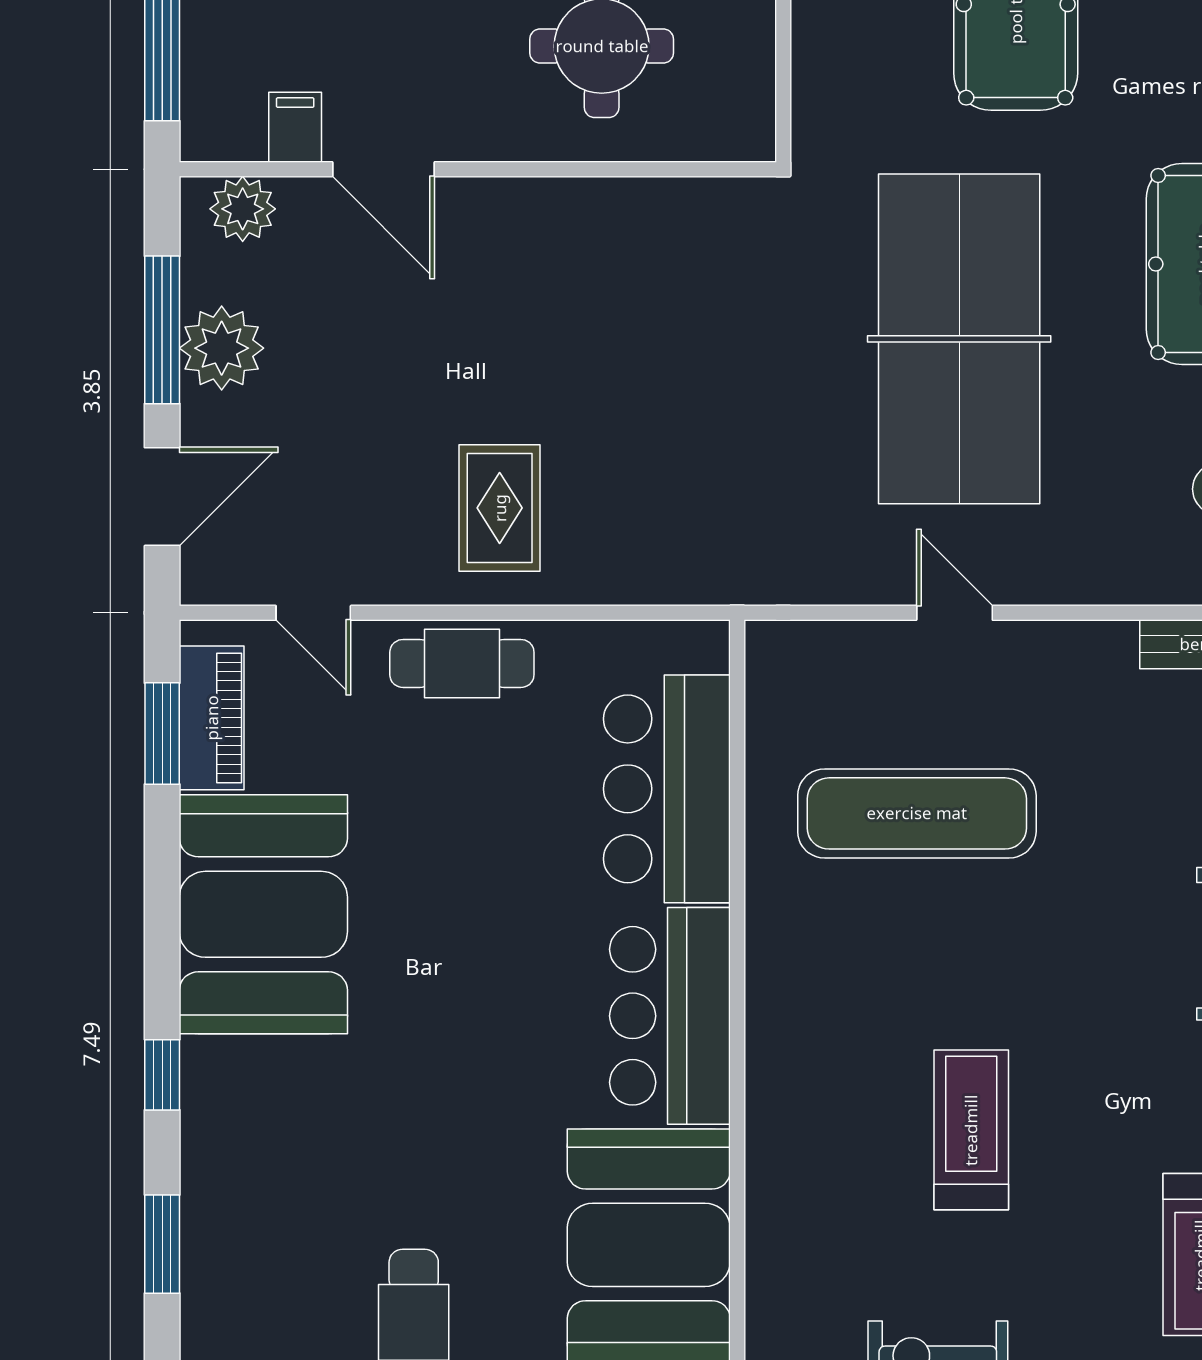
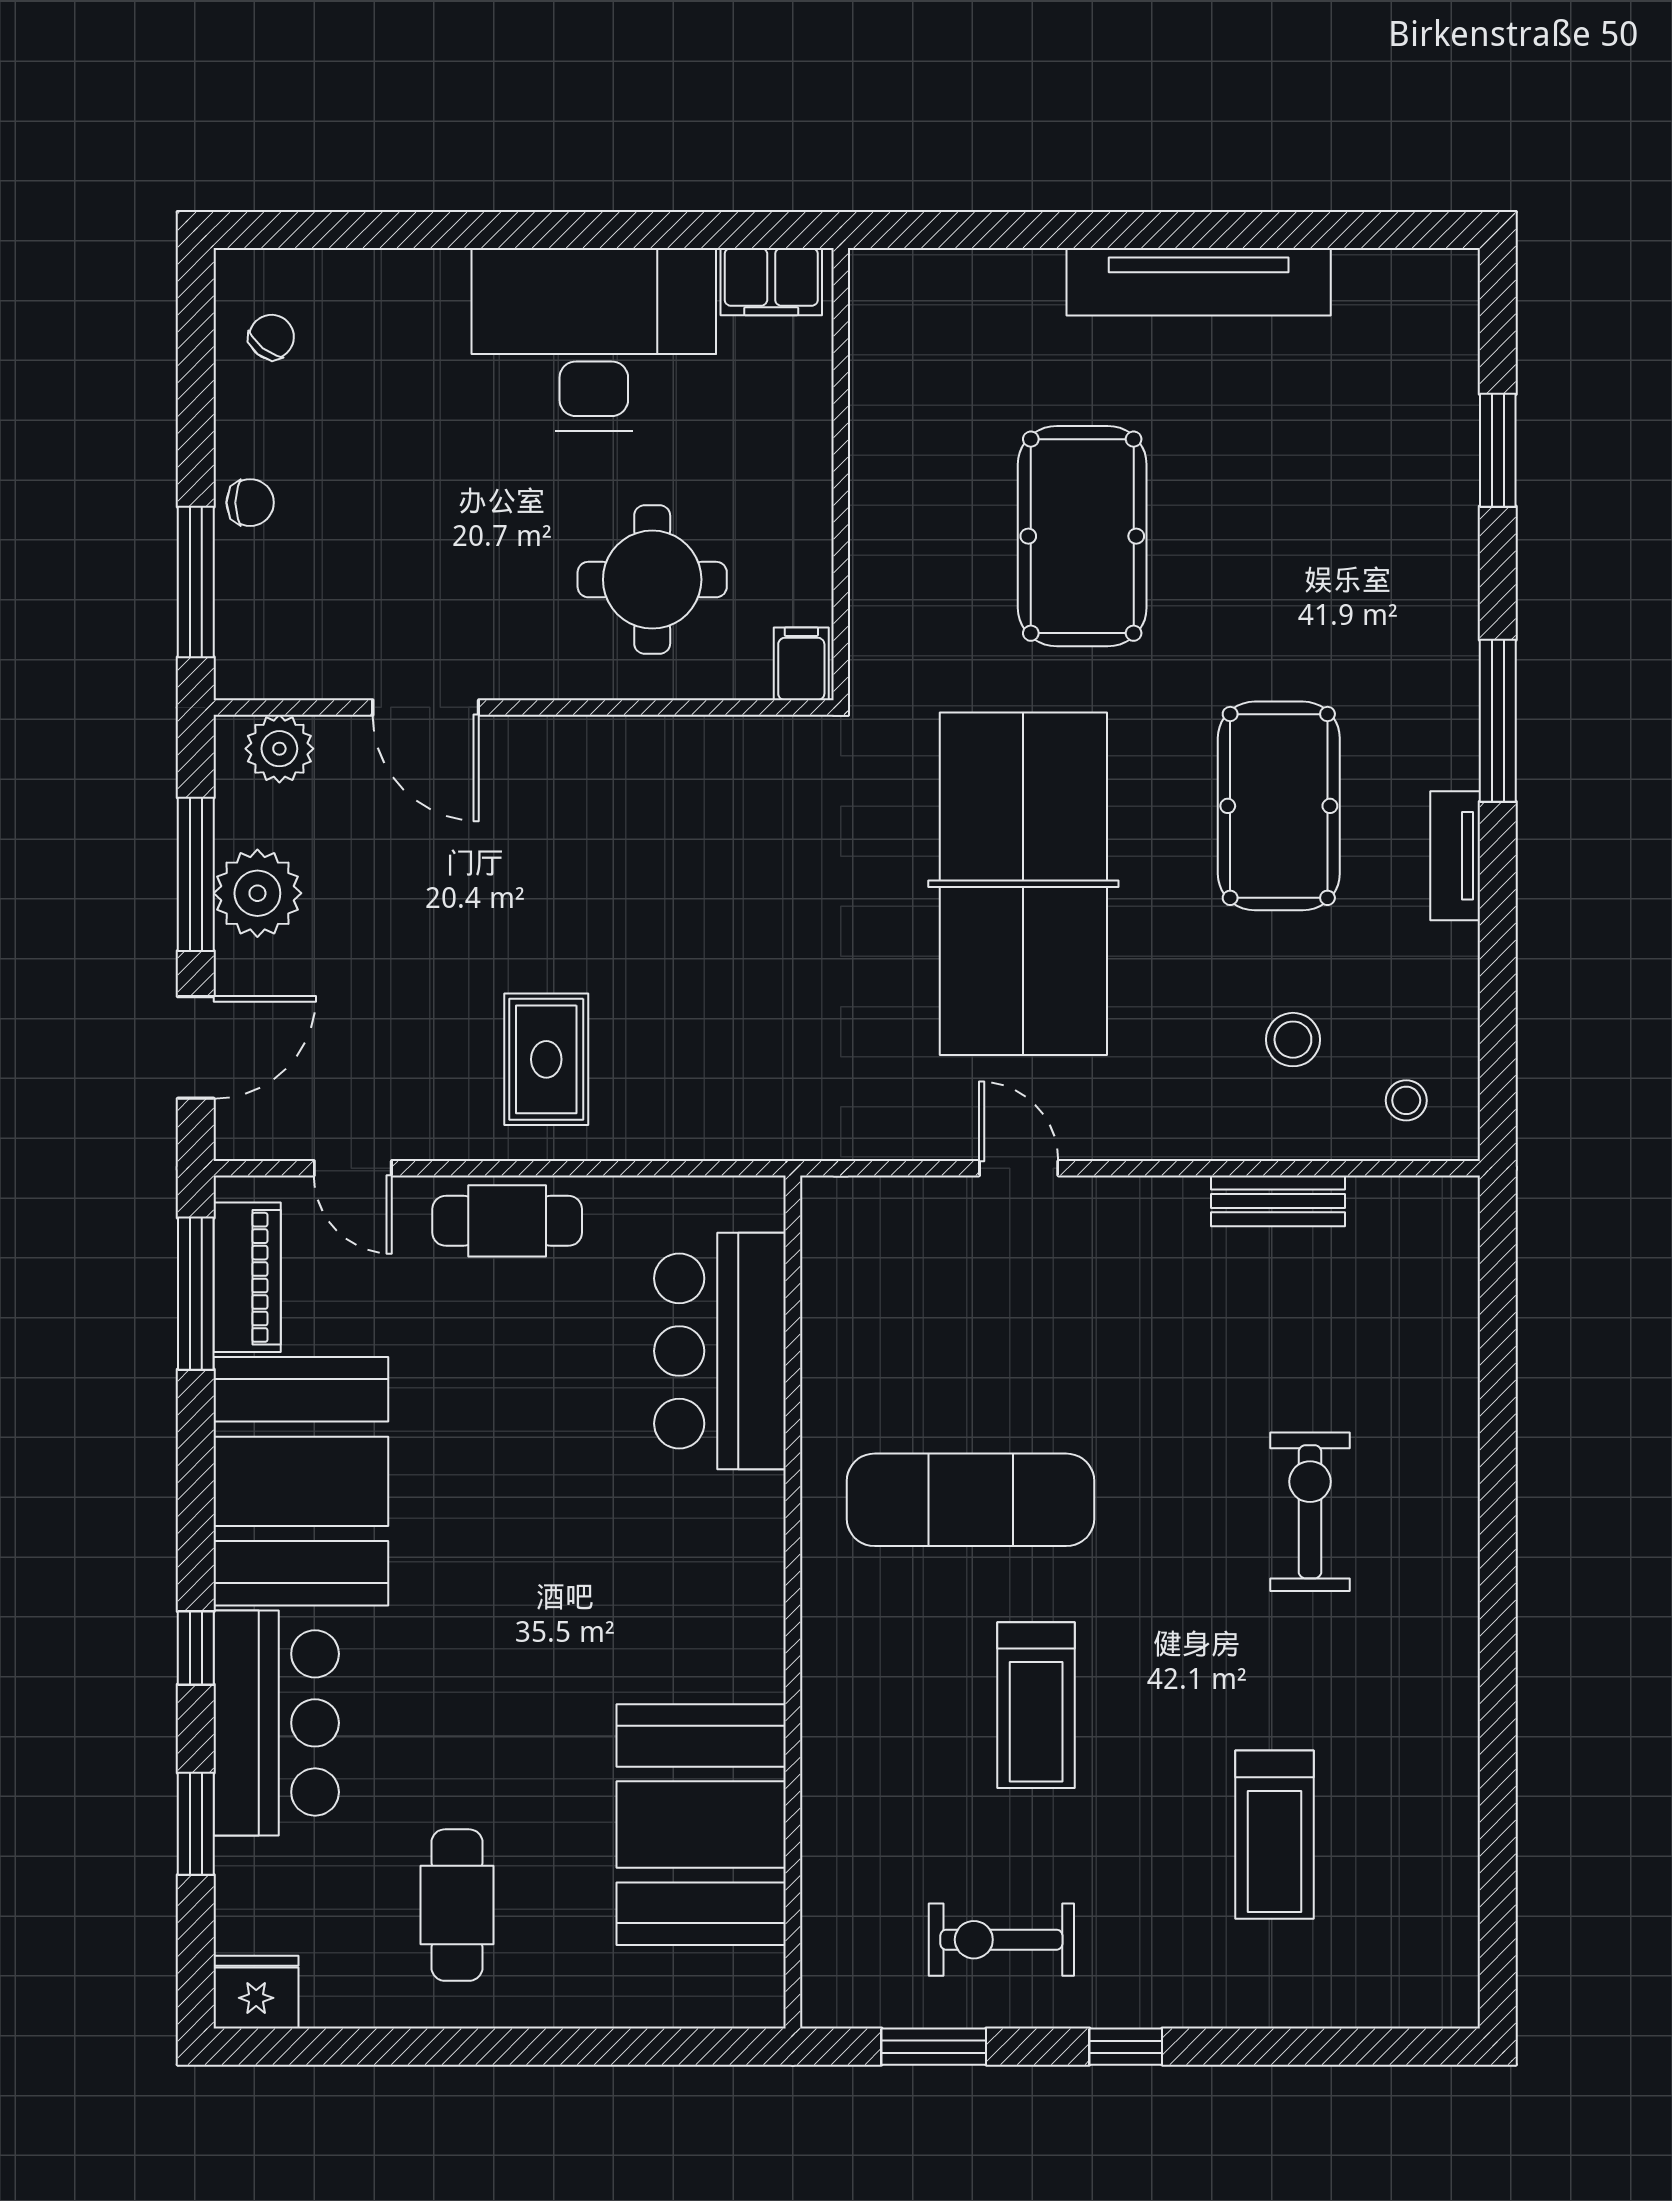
filing cabinet: (295, 127) -> (801, 664), moved
window: (162, 734) -> (196, 1294), width x1.44
exercise mat: (917, 813) -> (970, 1500), moved
bar counter: (670, 1016) -> (276, 1723), moved, turned 180
treadmill: (971, 1130) -> (1036, 1705), turned 180

